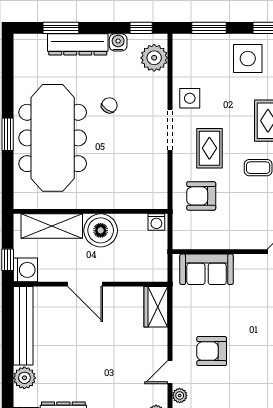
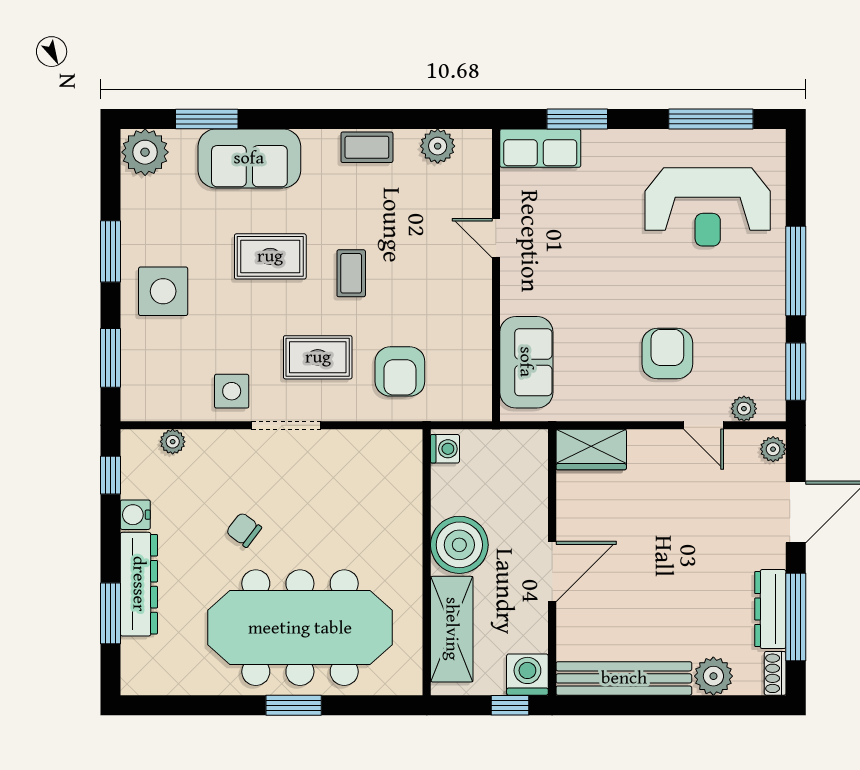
plant: (154, 58) -> (173, 442), width x0.53, depth x0.53
armchair: (212, 351) -> (667, 354), turned 180

